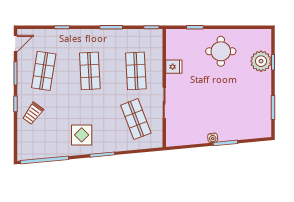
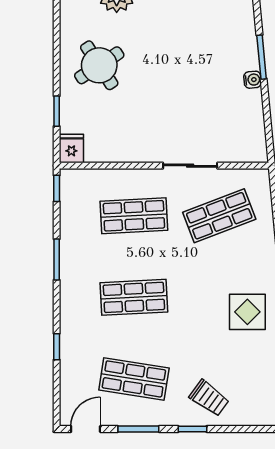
door: (15, 44) -> (86, 429), hinge flipped
round table: (221, 51) -> (99, 65), turned -33
fridge: (174, 67) -> (71, 148), moved

